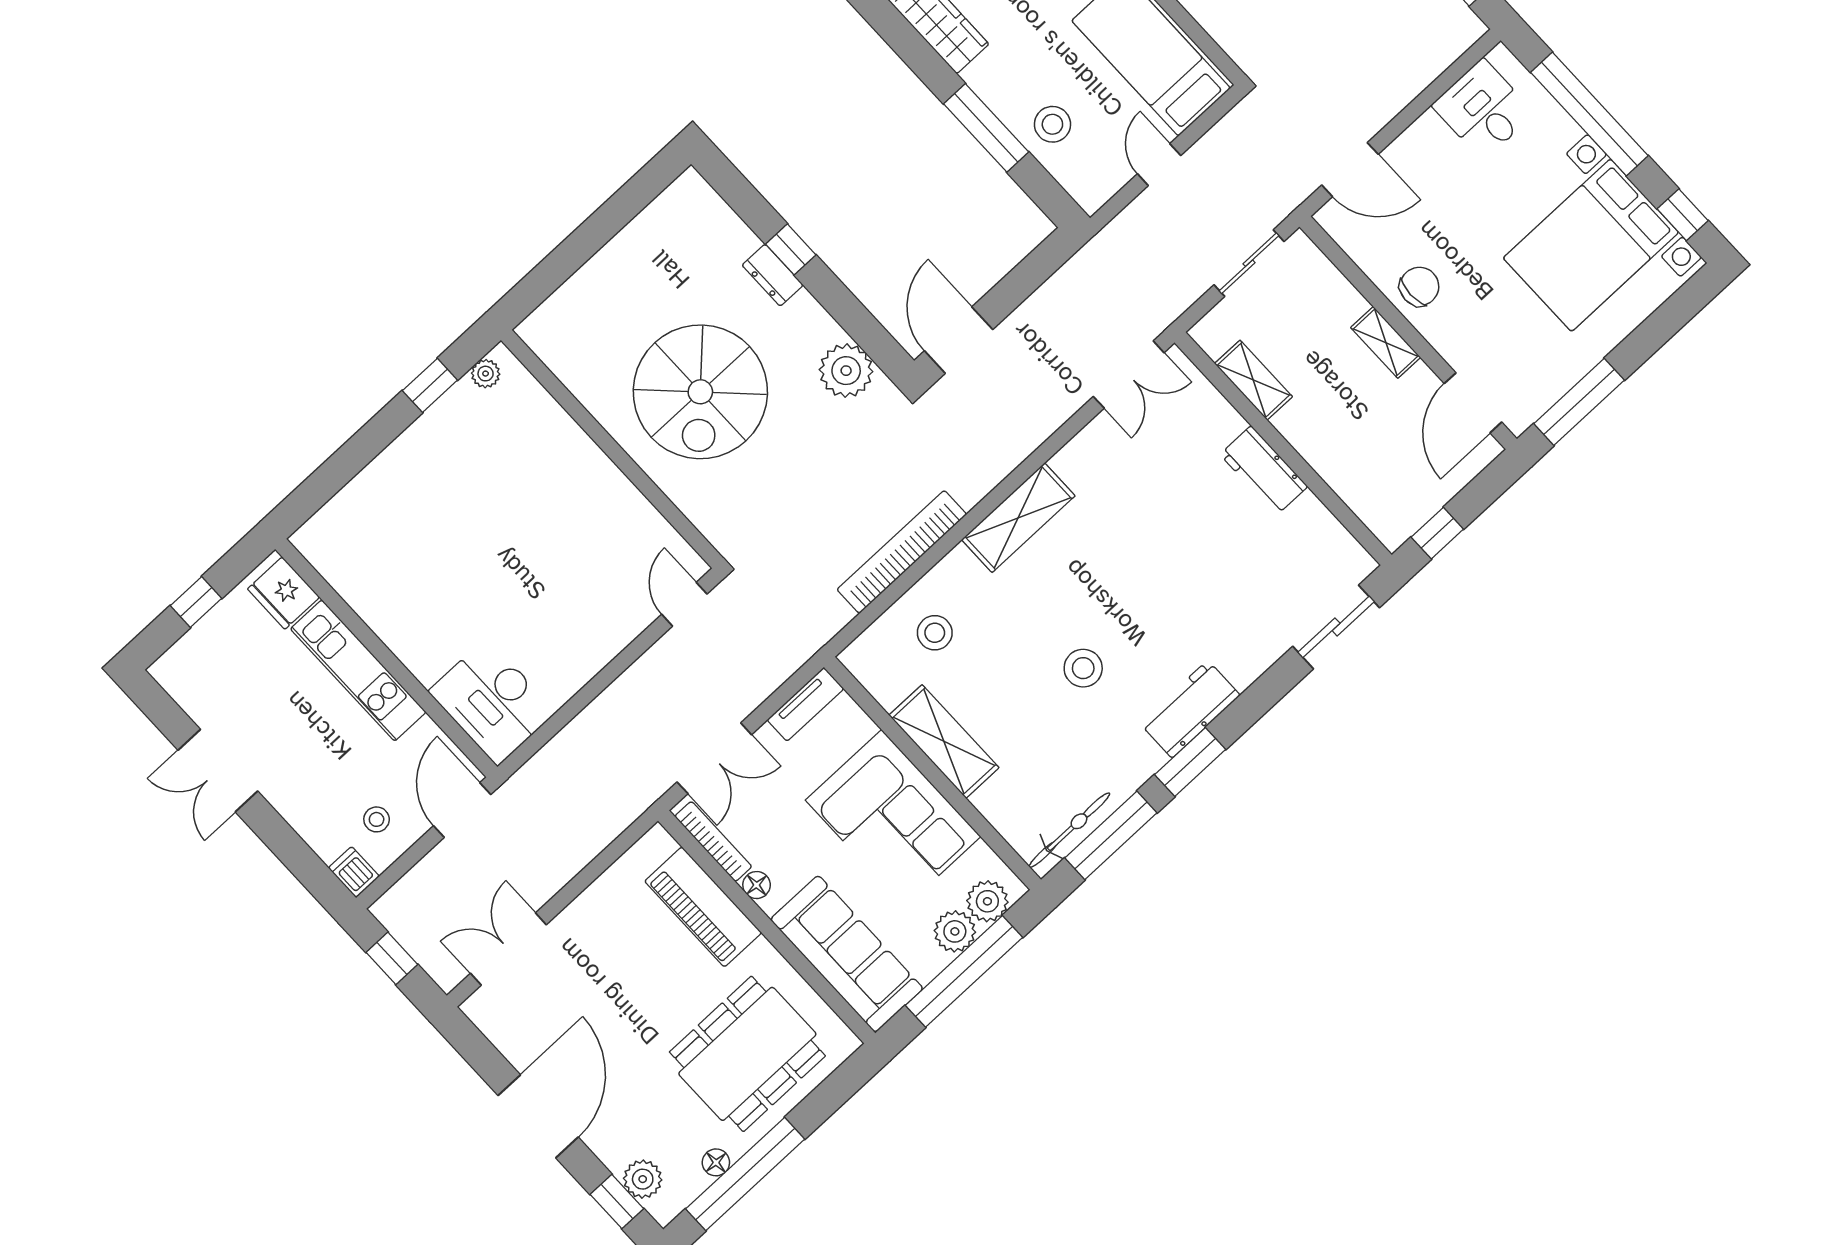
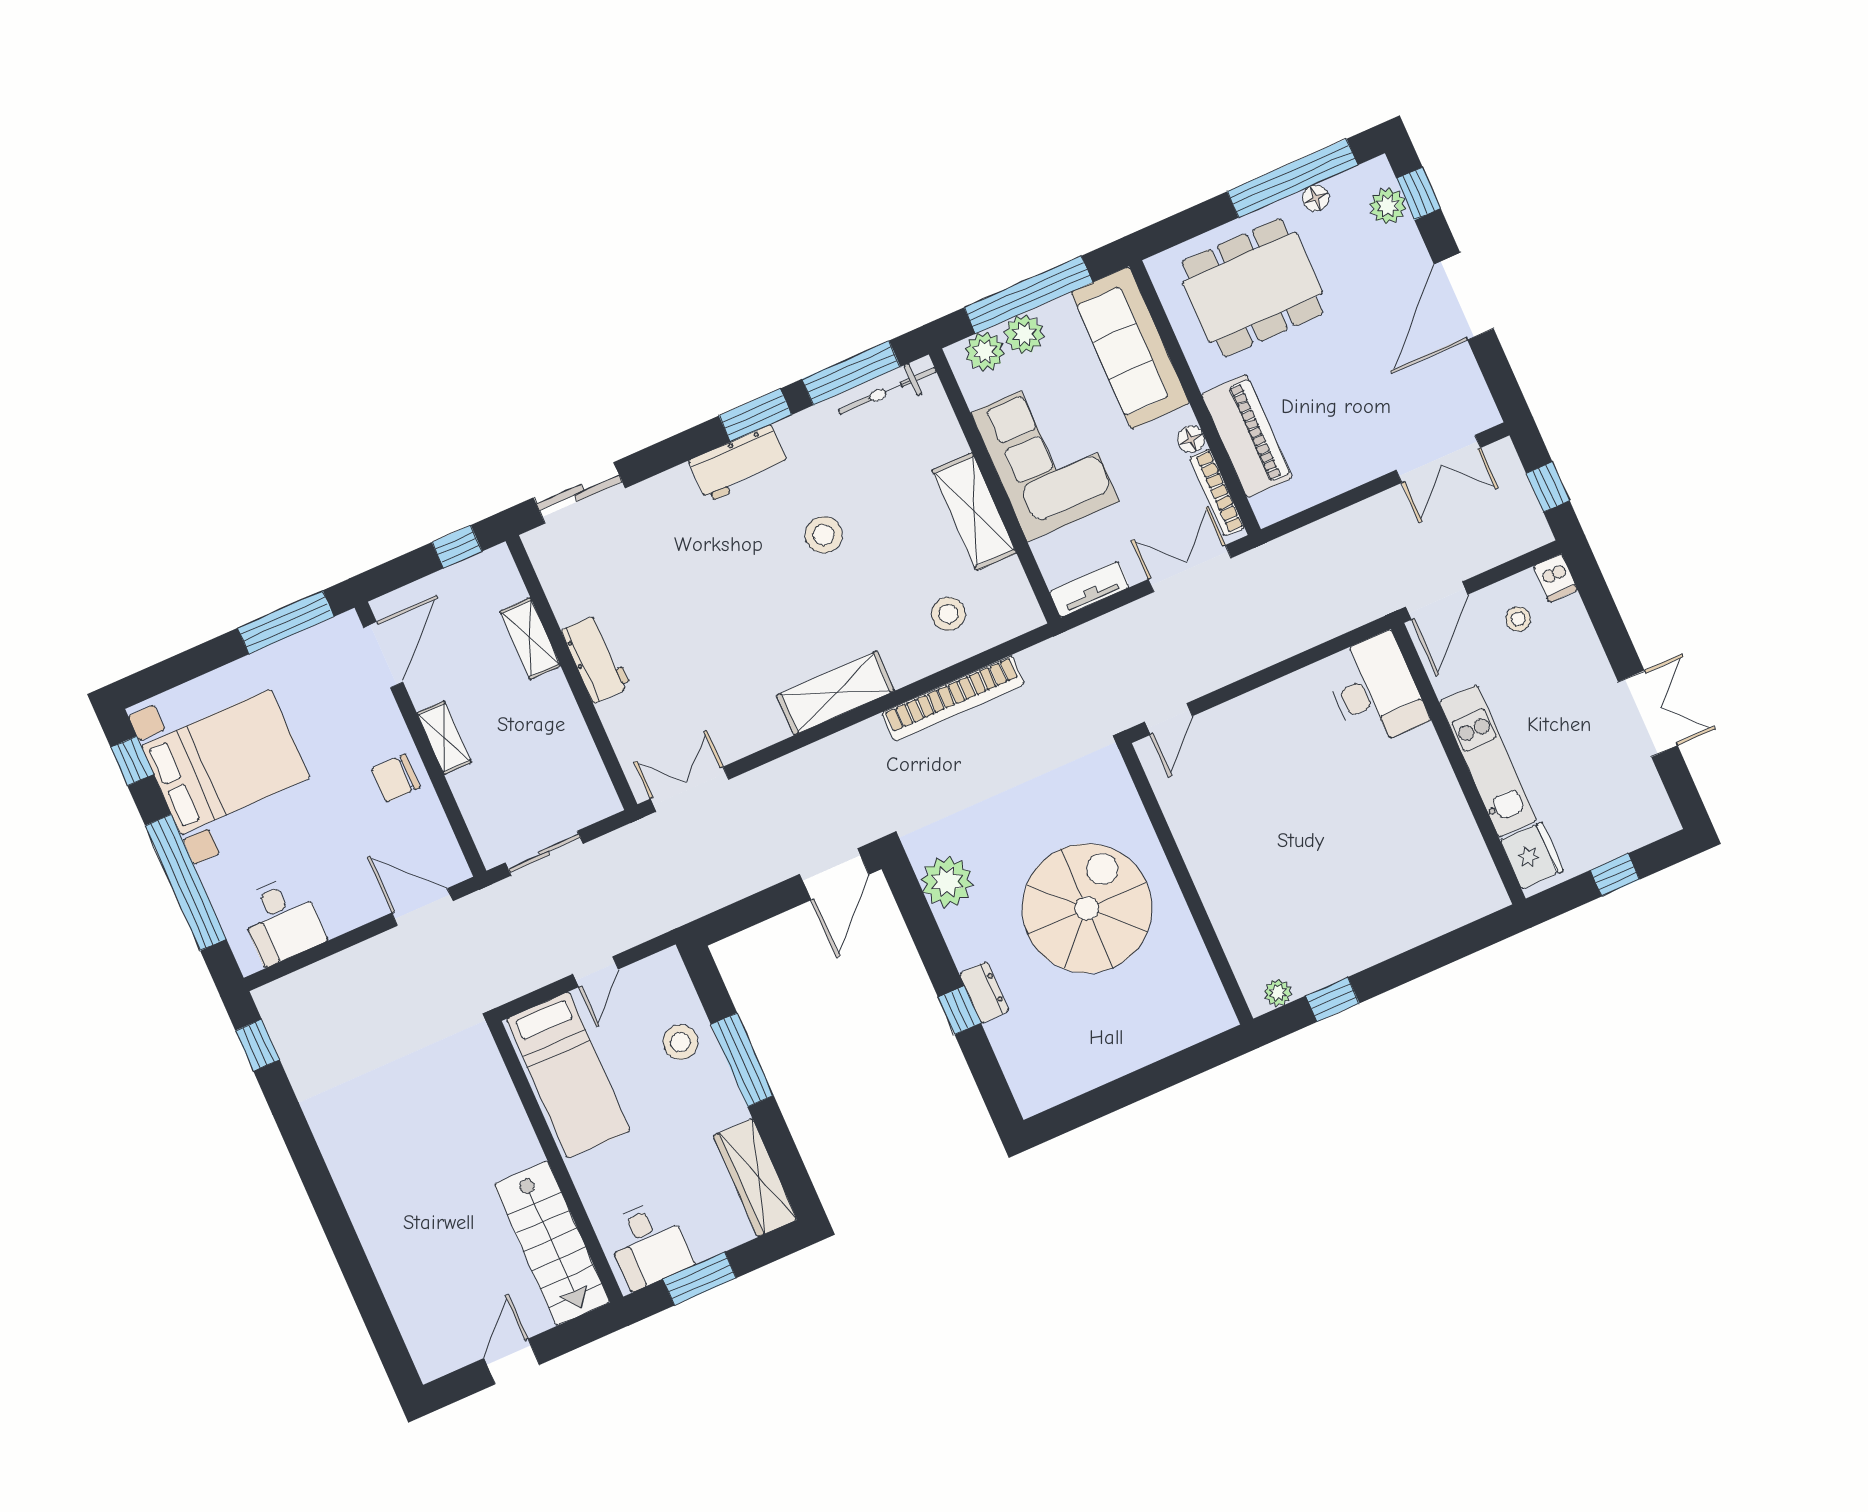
shelving: (1253, 380) -> (530, 639), moved

